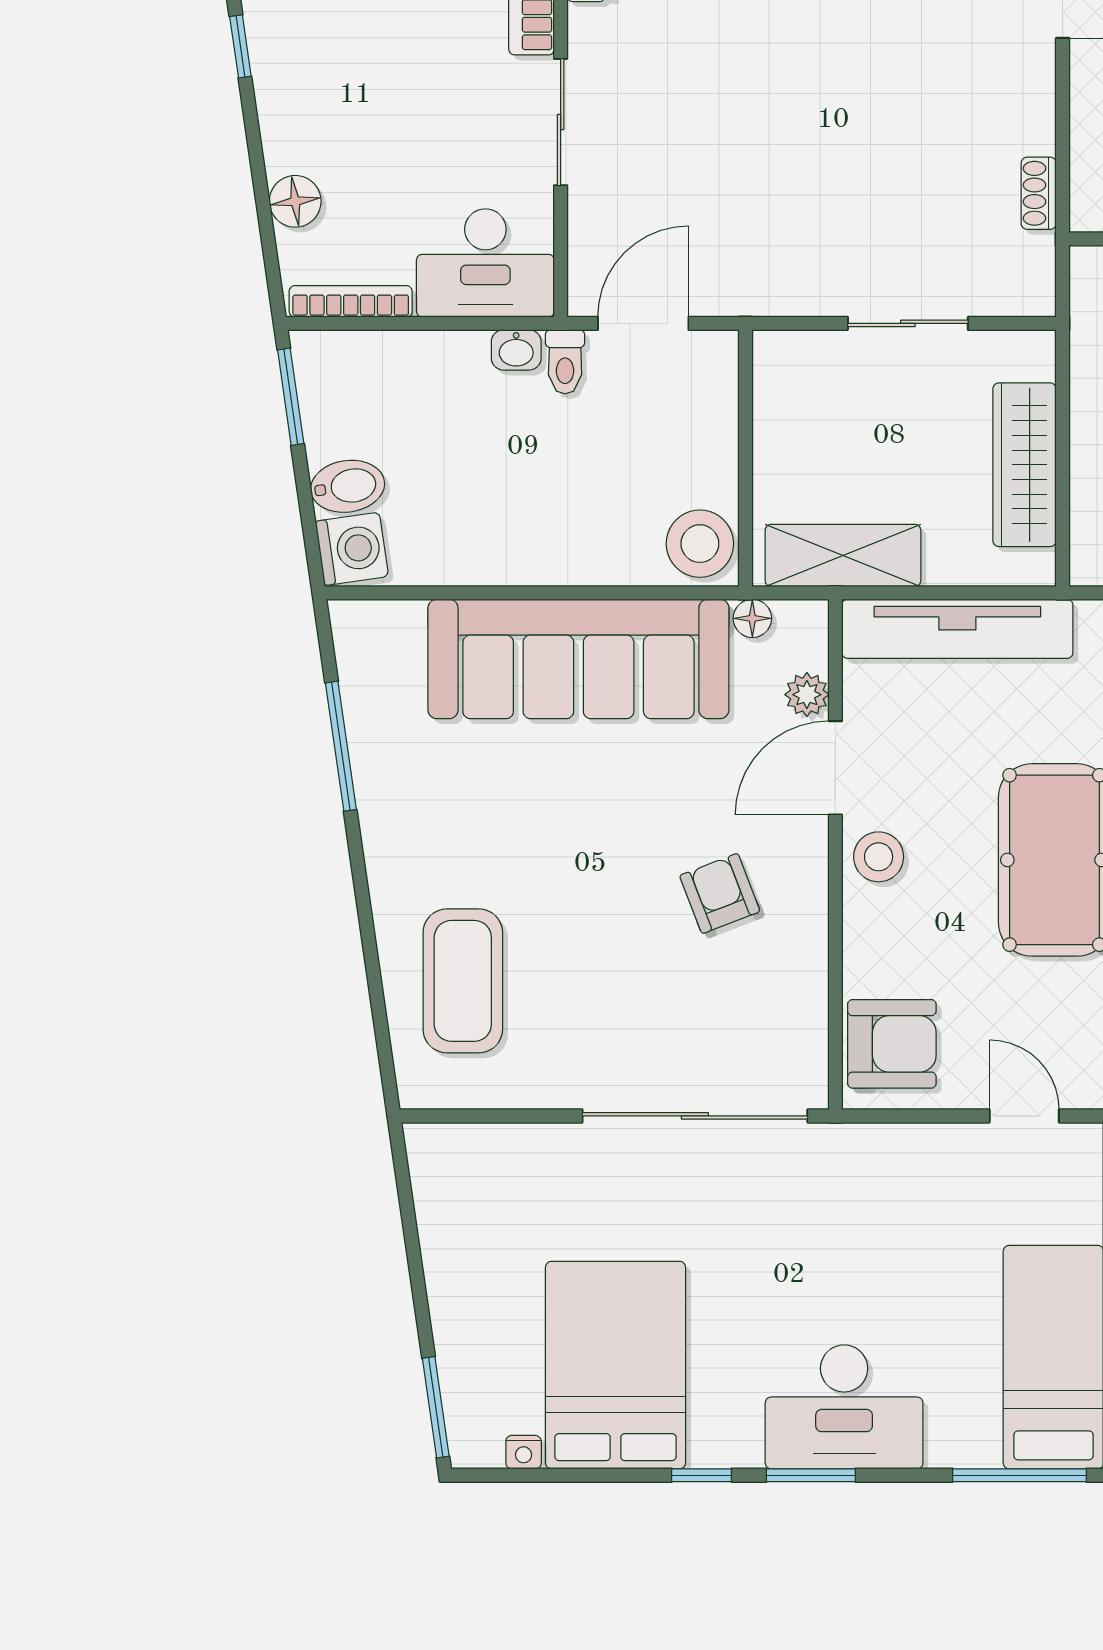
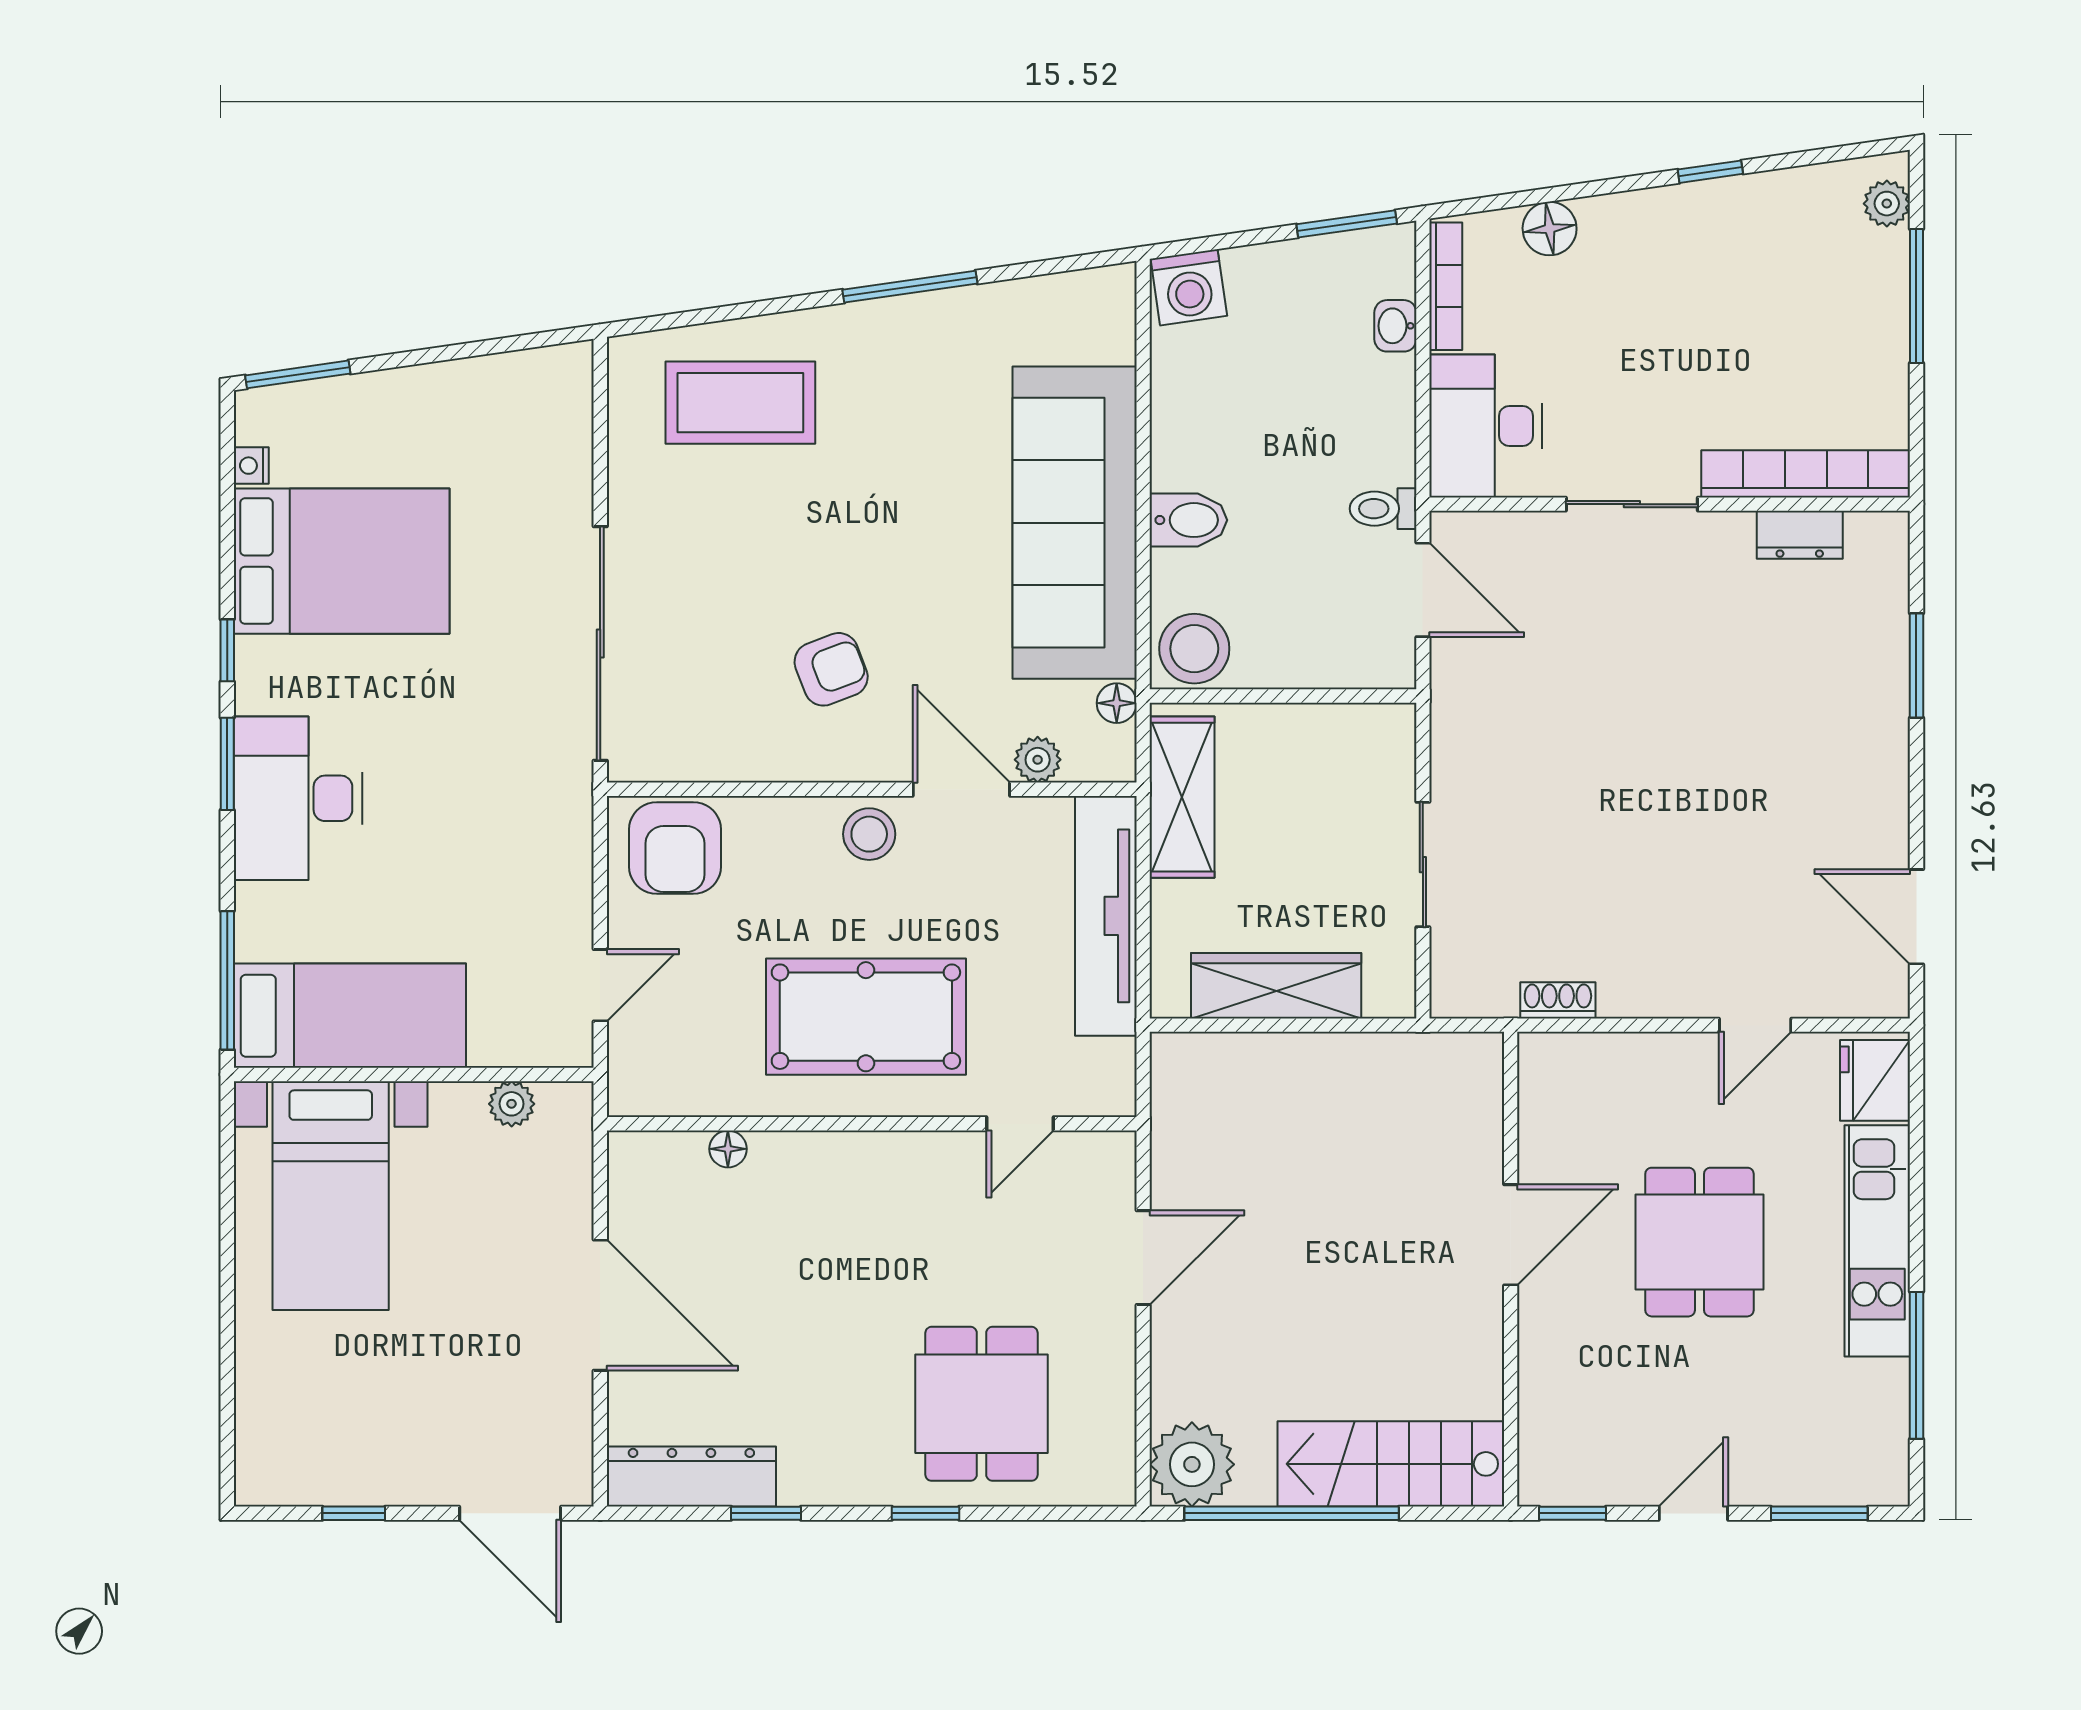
washbasin: (516, 350) -> (1395, 326), moved
bidet: (348, 486) -> (1188, 520), moved, turned -82
window: (341, 746) -> (910, 287), moved

